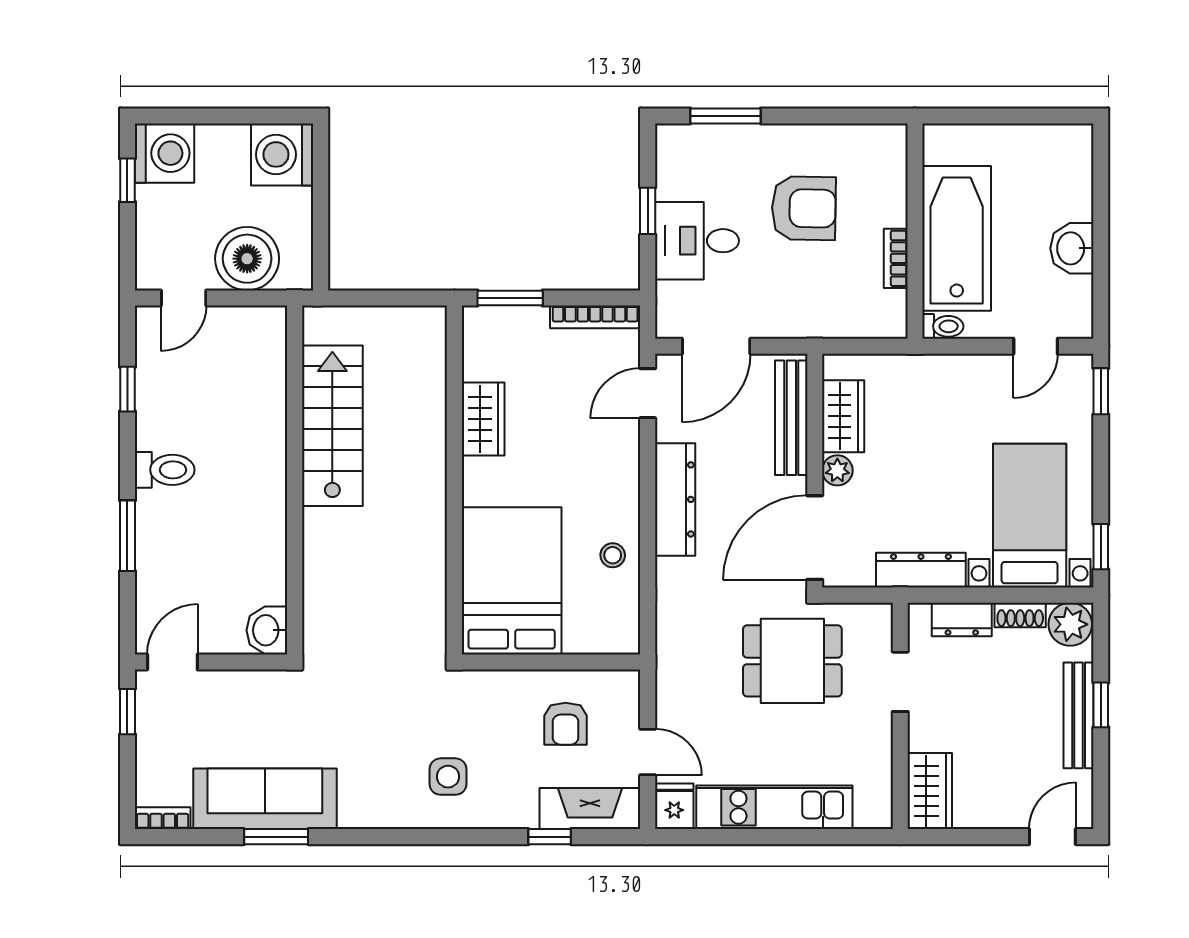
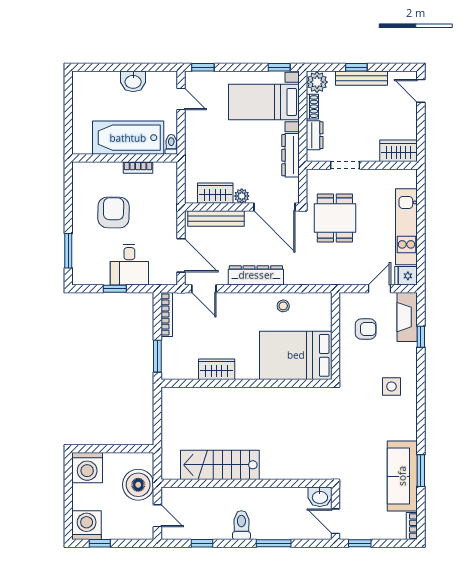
stairs: (332, 426) -> (220, 465), moved
wall: (295, 480) -> (246, 483), moved
washbasin: (267, 630) -> (320, 497), moved

